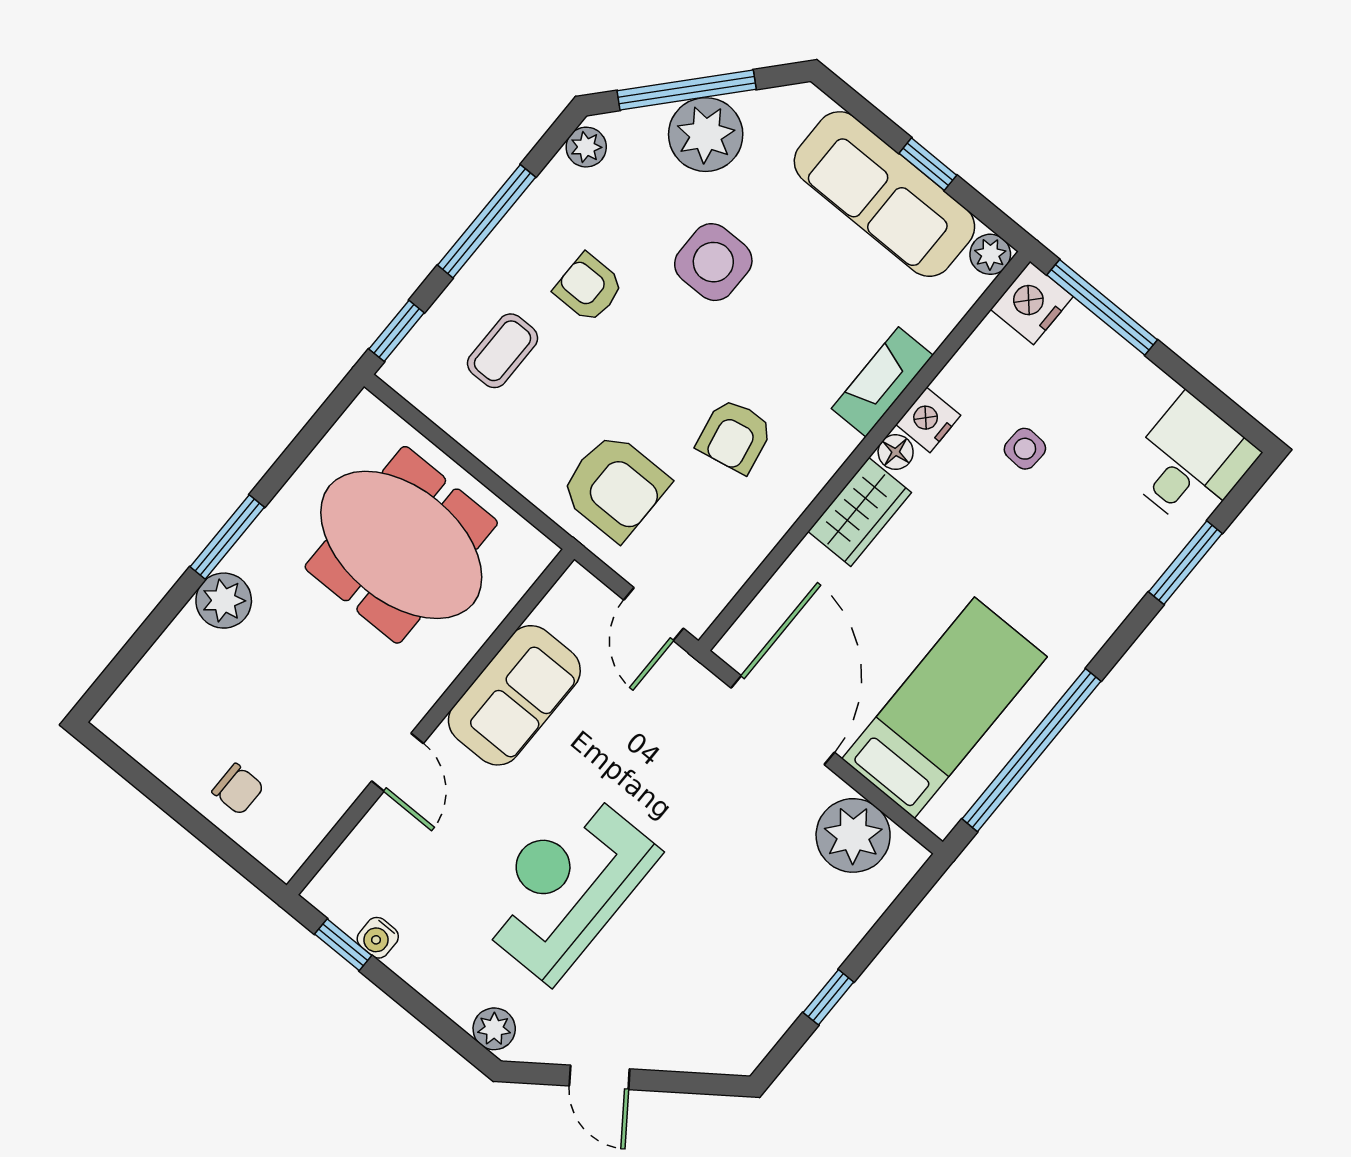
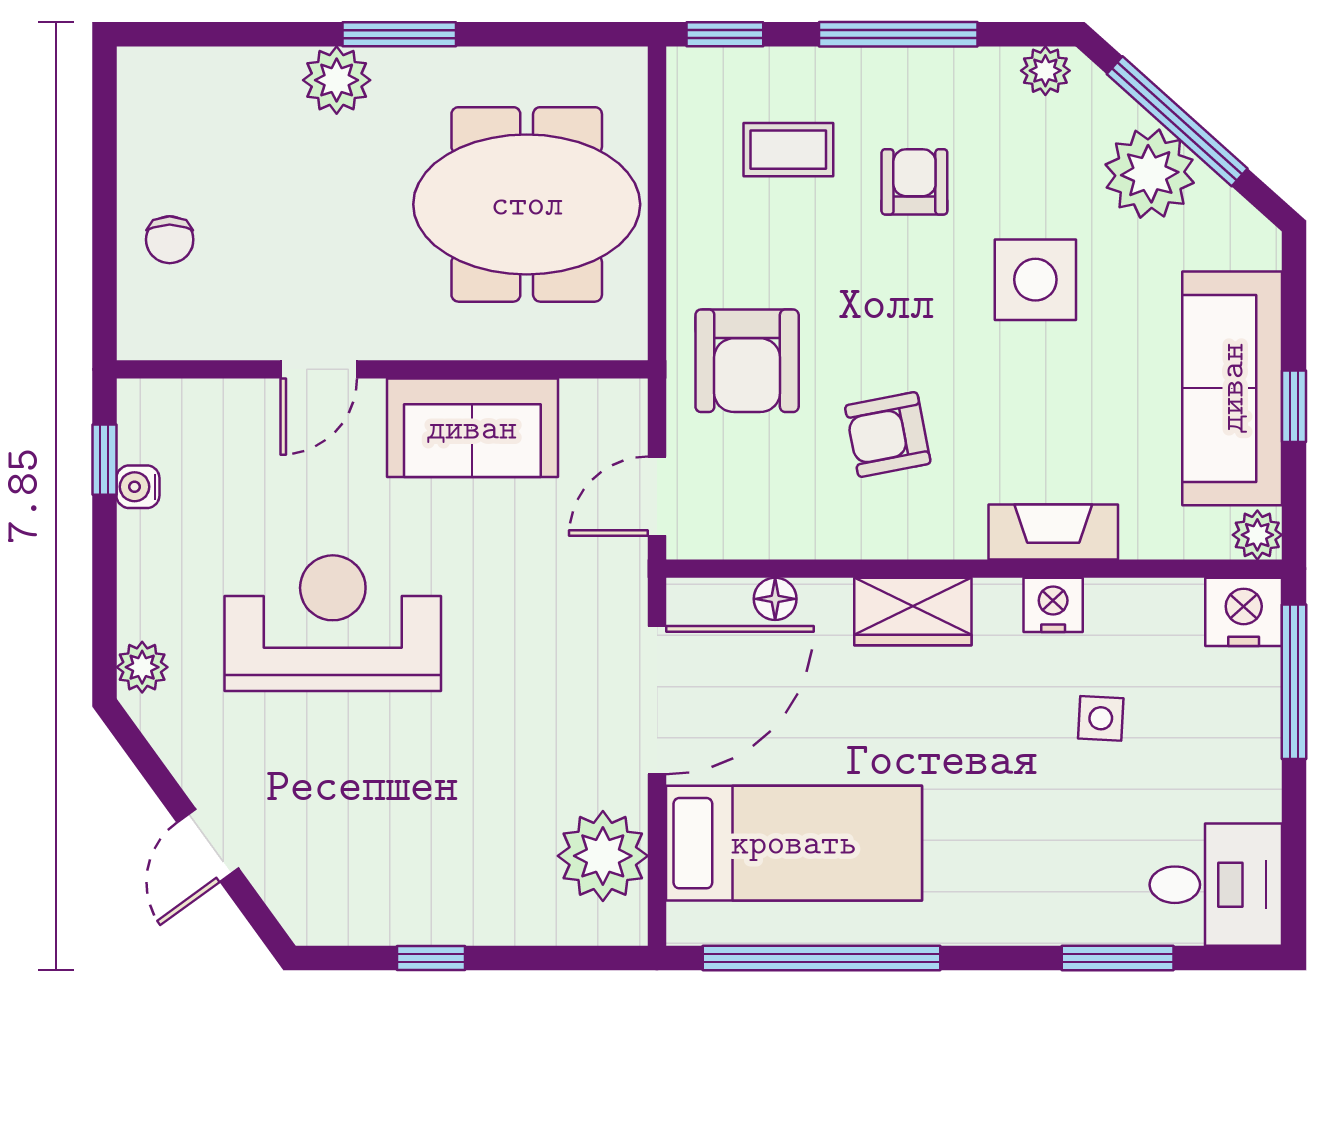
floor lamp: (896, 452) -> (775, 599), moved
meeting table: (401, 545) -> (527, 204), turned 90
door: (599, 1077) -> (208, 845), moved

